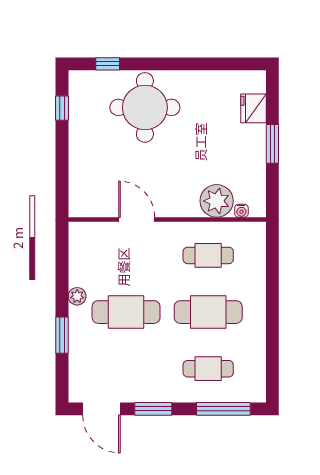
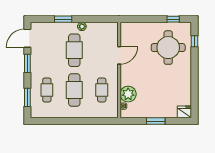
round table: (145, 107) -> (168, 48), moved
fridge: (253, 108) -> (184, 112), moved
window: (223, 409) -> (27, 97), width x0.69

